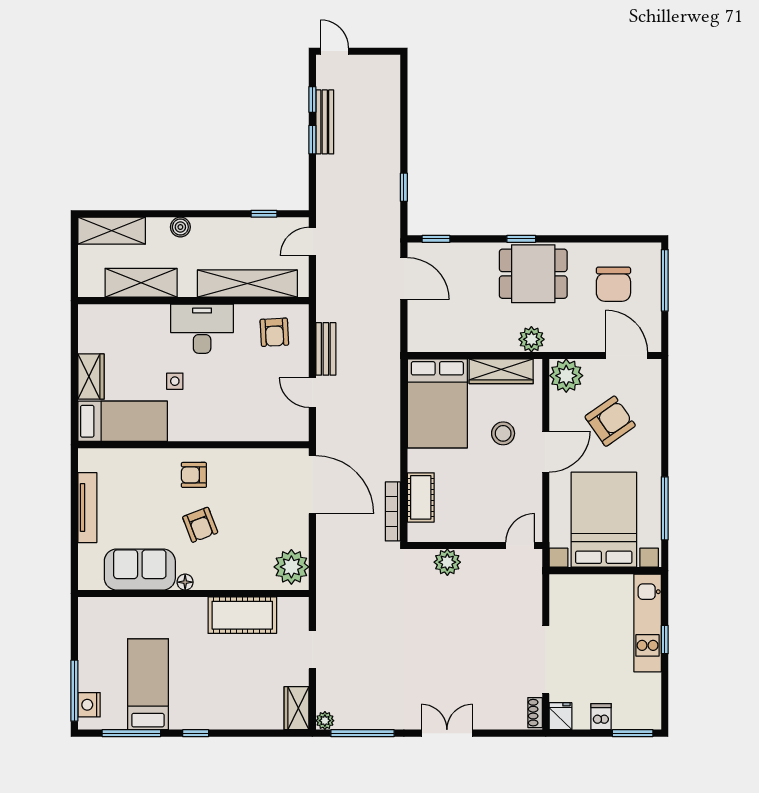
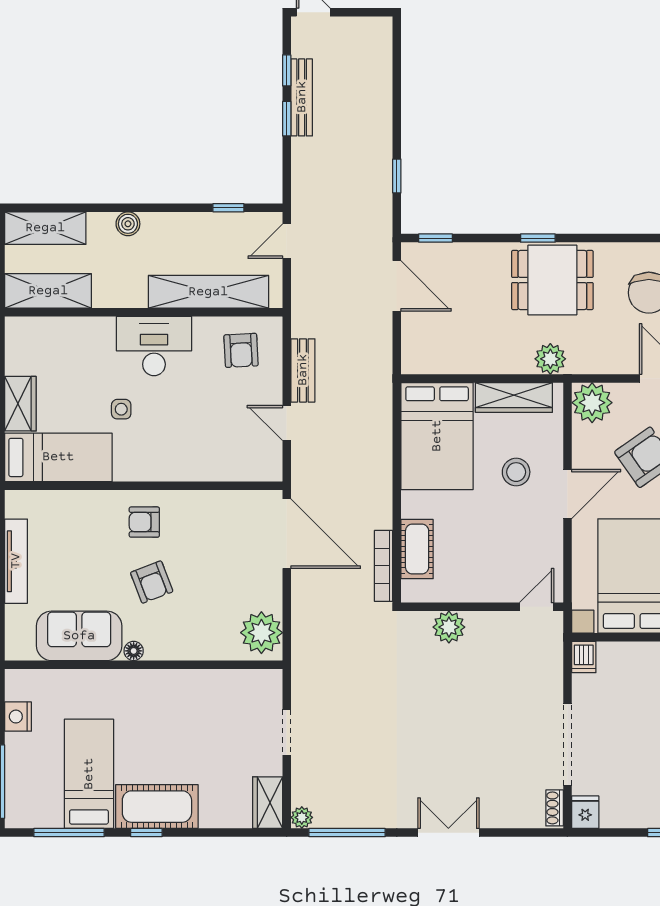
shelving: (141, 283) -> (48, 291), moved
cot: (242, 615) -> (157, 807), moved
nightstand: (89, 705) -> (18, 717), moved
dishwasher: (601, 717) -> (584, 657), moved, turned 180

